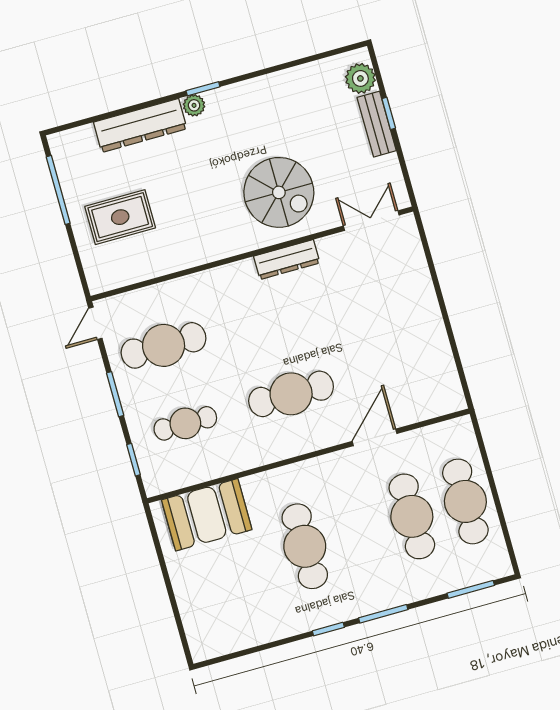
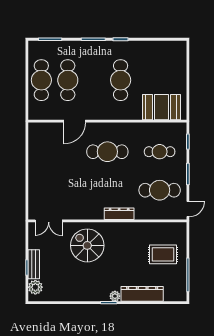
dresser: (287, 260) -> (119, 214), moved

